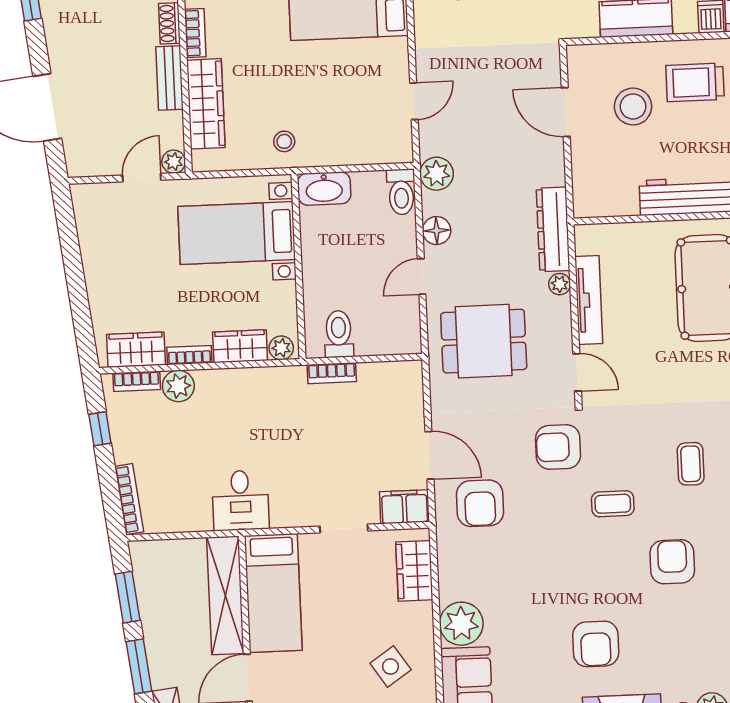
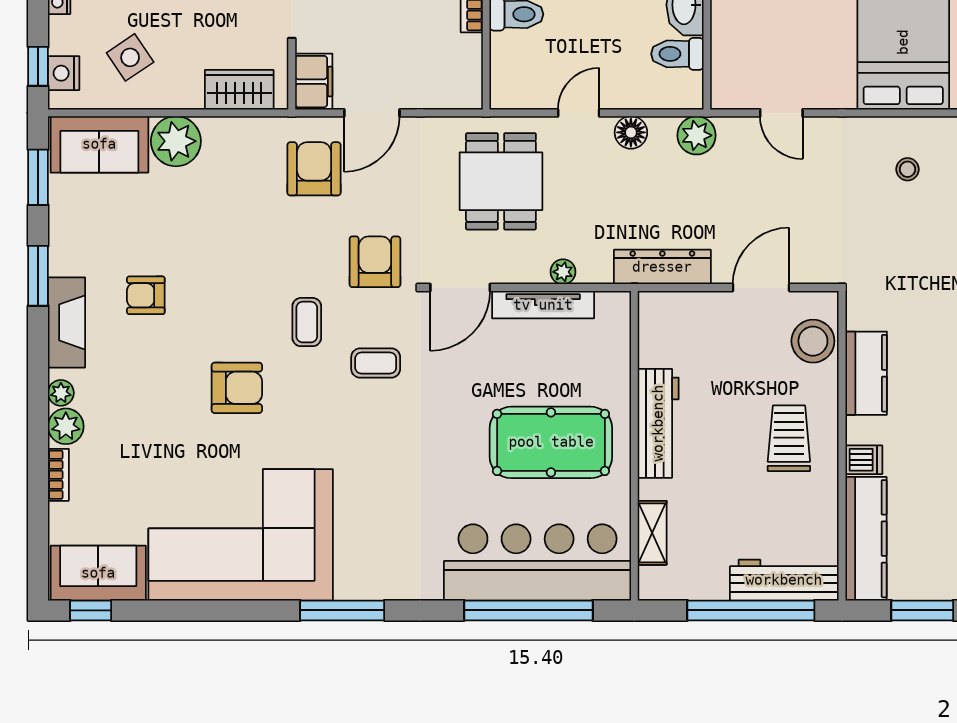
stool: (633, 106) -> (813, 341), moved
toilet: (401, 192) -> (677, 54), moved
dresser: (553, 229) -> (662, 267), moved
door: (422, 276) -> (579, 113), hinge flipped
door: (577, 372) -> (460, 288), width x1.37
coffee table: (691, 464) -> (376, 363), moved
armchair: (480, 503) -> (314, 169), turned 90
armchair: (596, 644) -> (146, 295), width x0.72, depth x0.72

